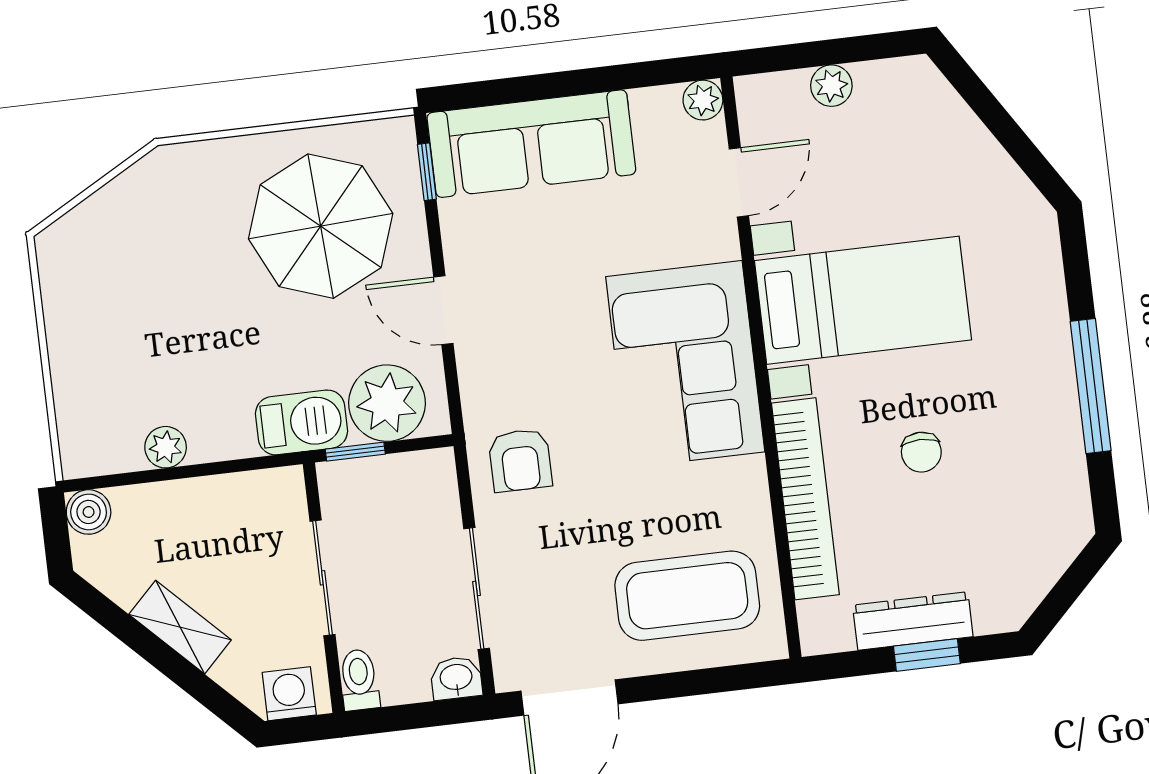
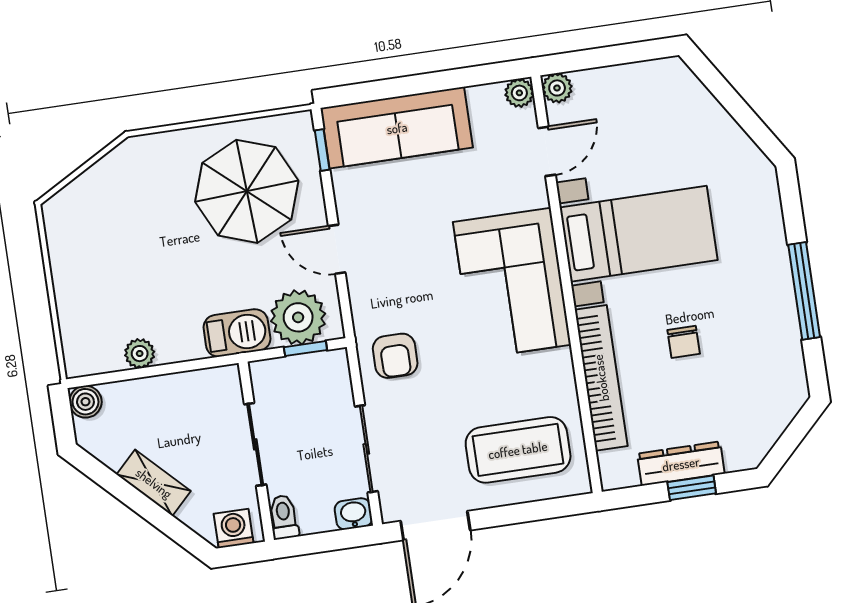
plant: (831, 86) -> (557, 88), moved
window: (355, 452) -> (305, 349), moved

